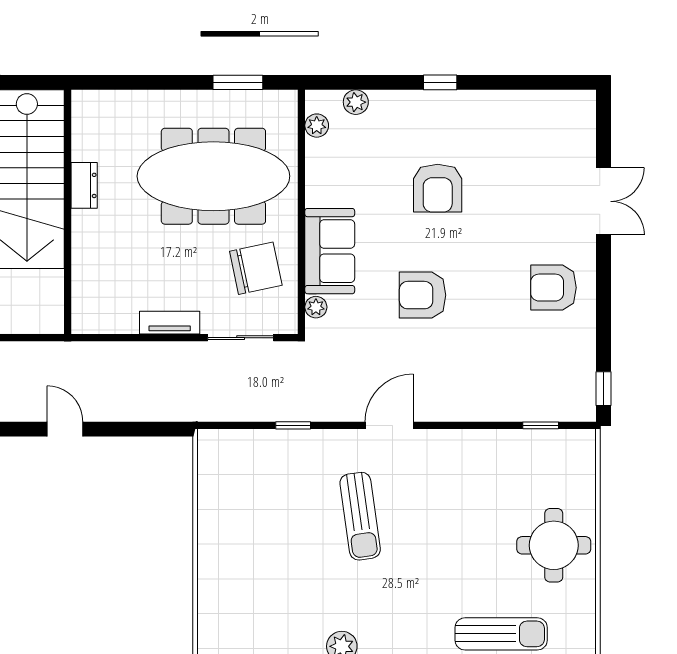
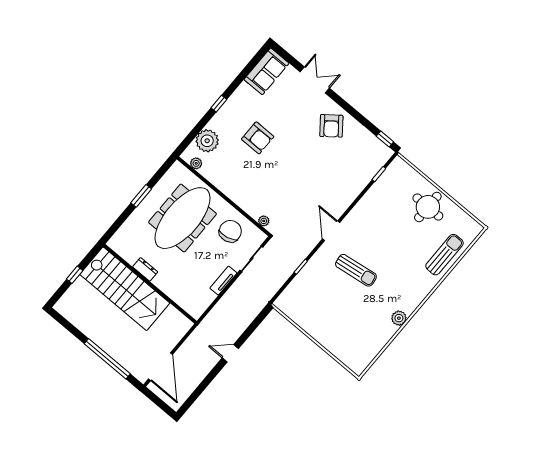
window: (238, 82) -> (141, 196), moved
plant: (356, 102) -> (207, 141), width x1.87, depth x1.87
sofa: (330, 251) -> (267, 71), moved, turned 90
armchair: (553, 288) -> (331, 126), turned -38
armchair: (423, 295) -> (293, 177), removed

